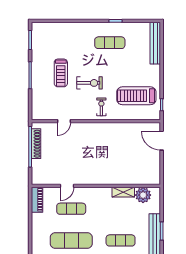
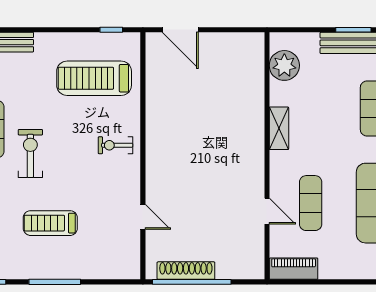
treadmill: (61, 73) -> (50, 223), turned 180
exercise bike: (90, 83) -> (30, 154), moved
treadmill: (136, 96) -> (94, 78), turned 90
door: (162, 141) -> (180, 30), hinge flipped
shelving: (123, 192) -> (279, 128), moved

